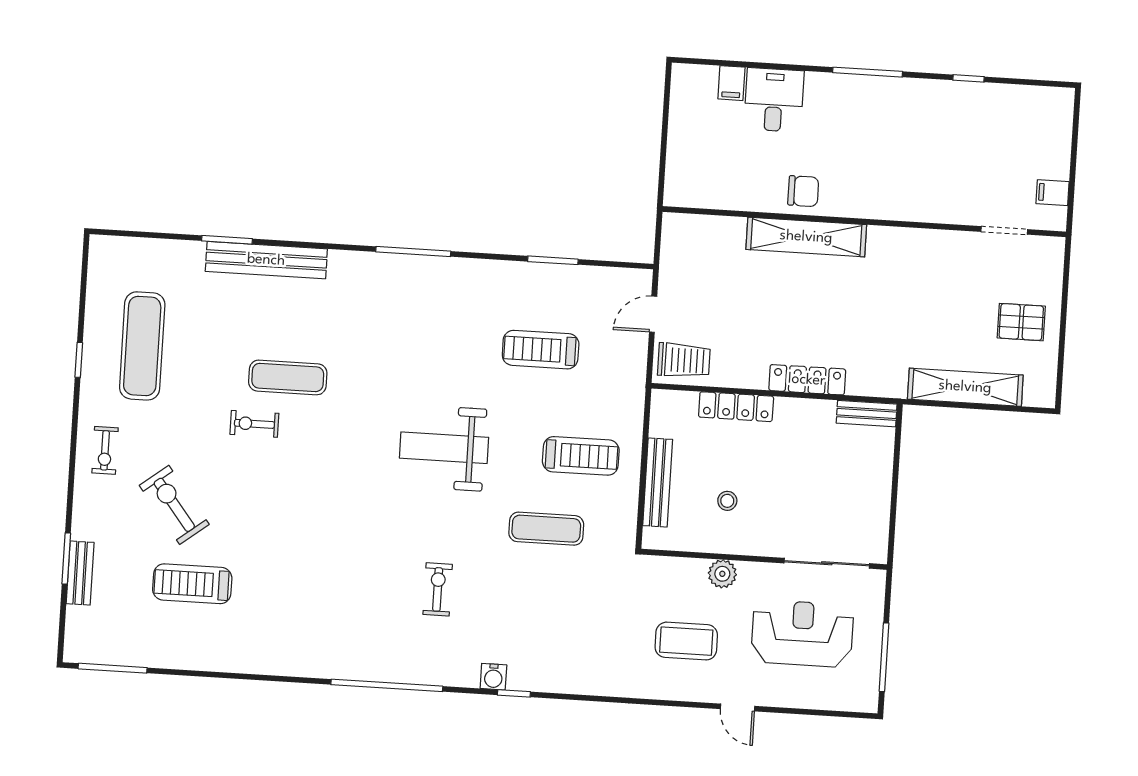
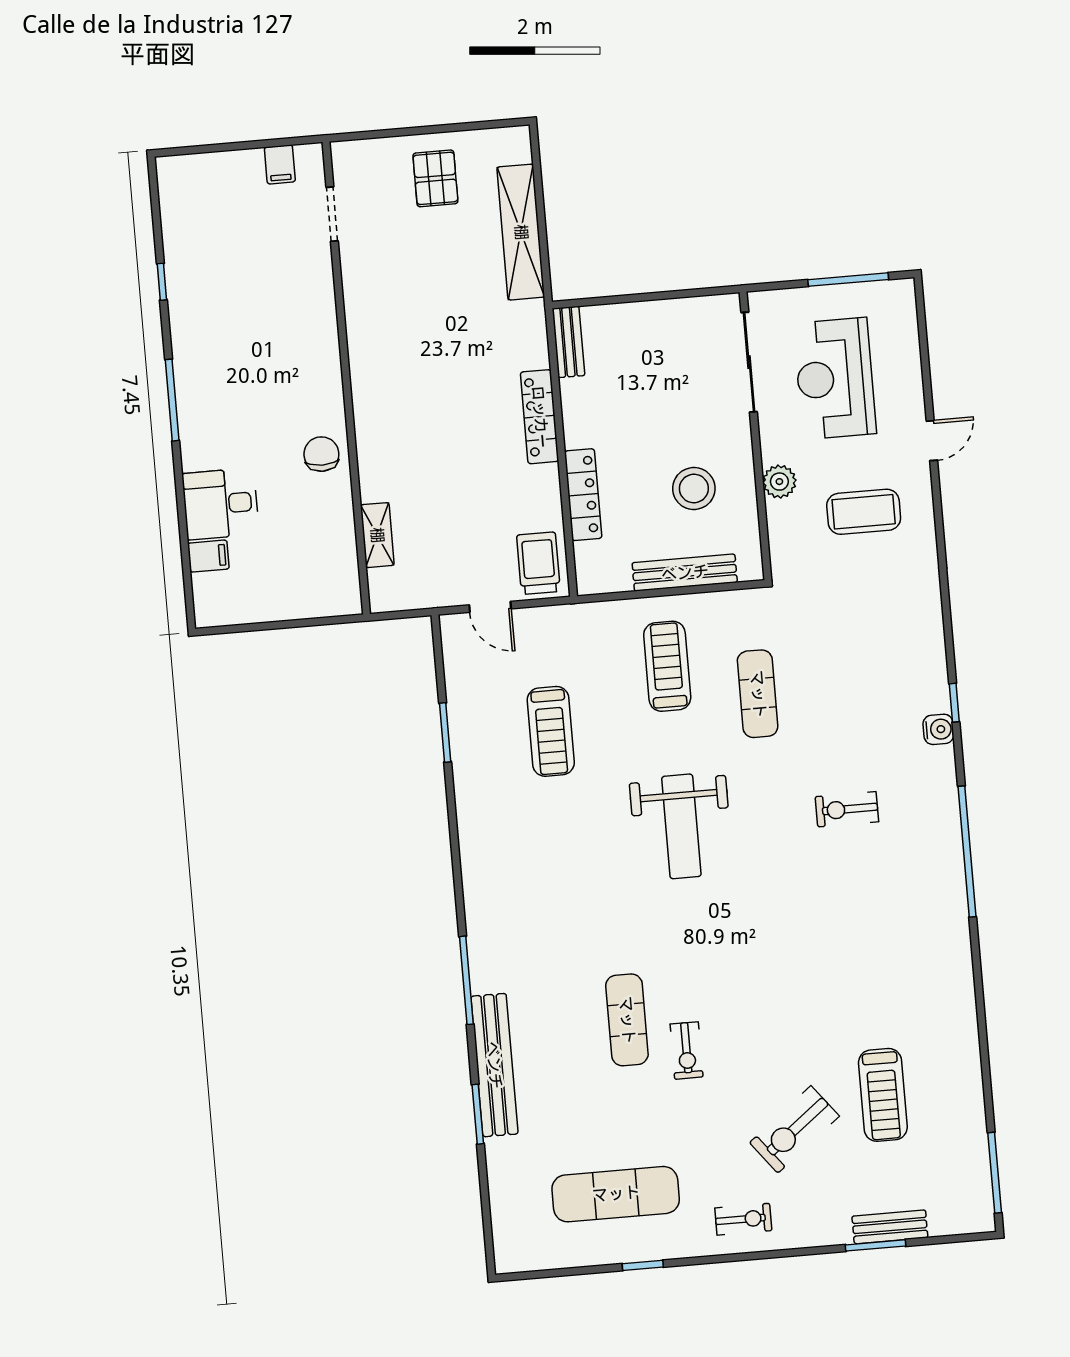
shelving: (806, 237) -> (377, 535), moved, width x0.45, depth x0.75
window: (413, 252) -> (466, 980), moved
stool: (727, 501) -> (694, 488), width x1.89, depth x1.89
coffee table: (686, 641) -> (864, 512), turned 90

